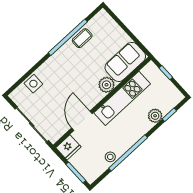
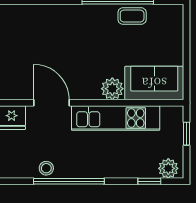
side table: (33, 84) -> (37, 17), removed
plant: (155, 116) -> (168, 168), moved
door: (82, 121) -> (51, 103), hinge flipped

